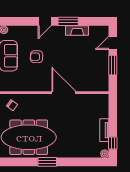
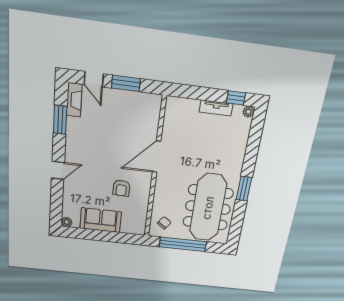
door: (45, 21) -> (58, 170), hinge flipped
window: (68, 21) -> (60, 120), moved
fireplace: (77, 30) -> (74, 100), moved
armchair: (36, 57) -> (121, 188), moved

